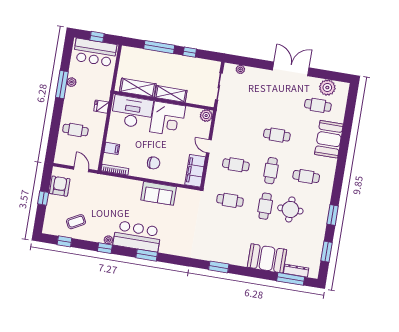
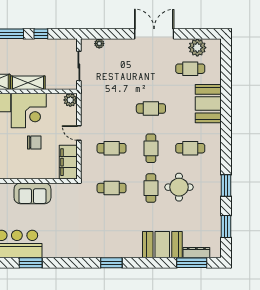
chair: (154, 163) -> (34, 143), moved

